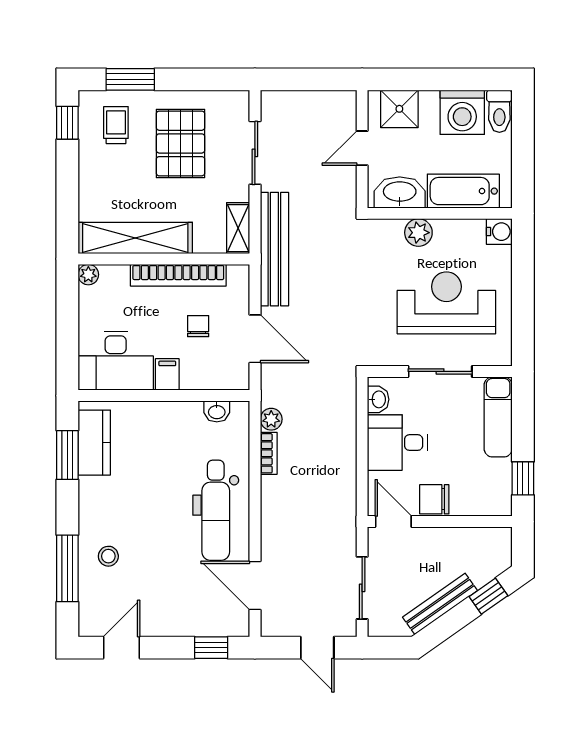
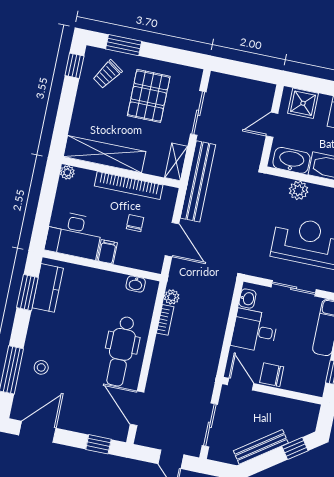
trolley: (116, 125) -> (107, 74), turned -146
door: (122, 648) -> (37, 432), width x1.38

